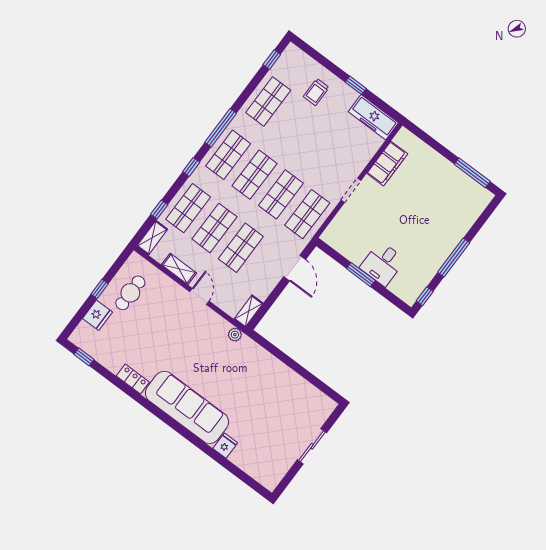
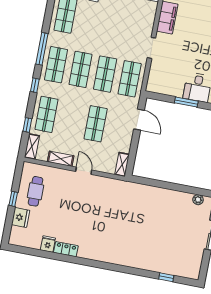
shop shelf: (214, 228) -> (71, 119), removed
plant: (235, 335) -> (198, 200), moved
window: (84, 357) -> (166, 277), moved
sofa: (187, 407) -> (112, 250), removed
fridge: (225, 446) -> (48, 244), moved

